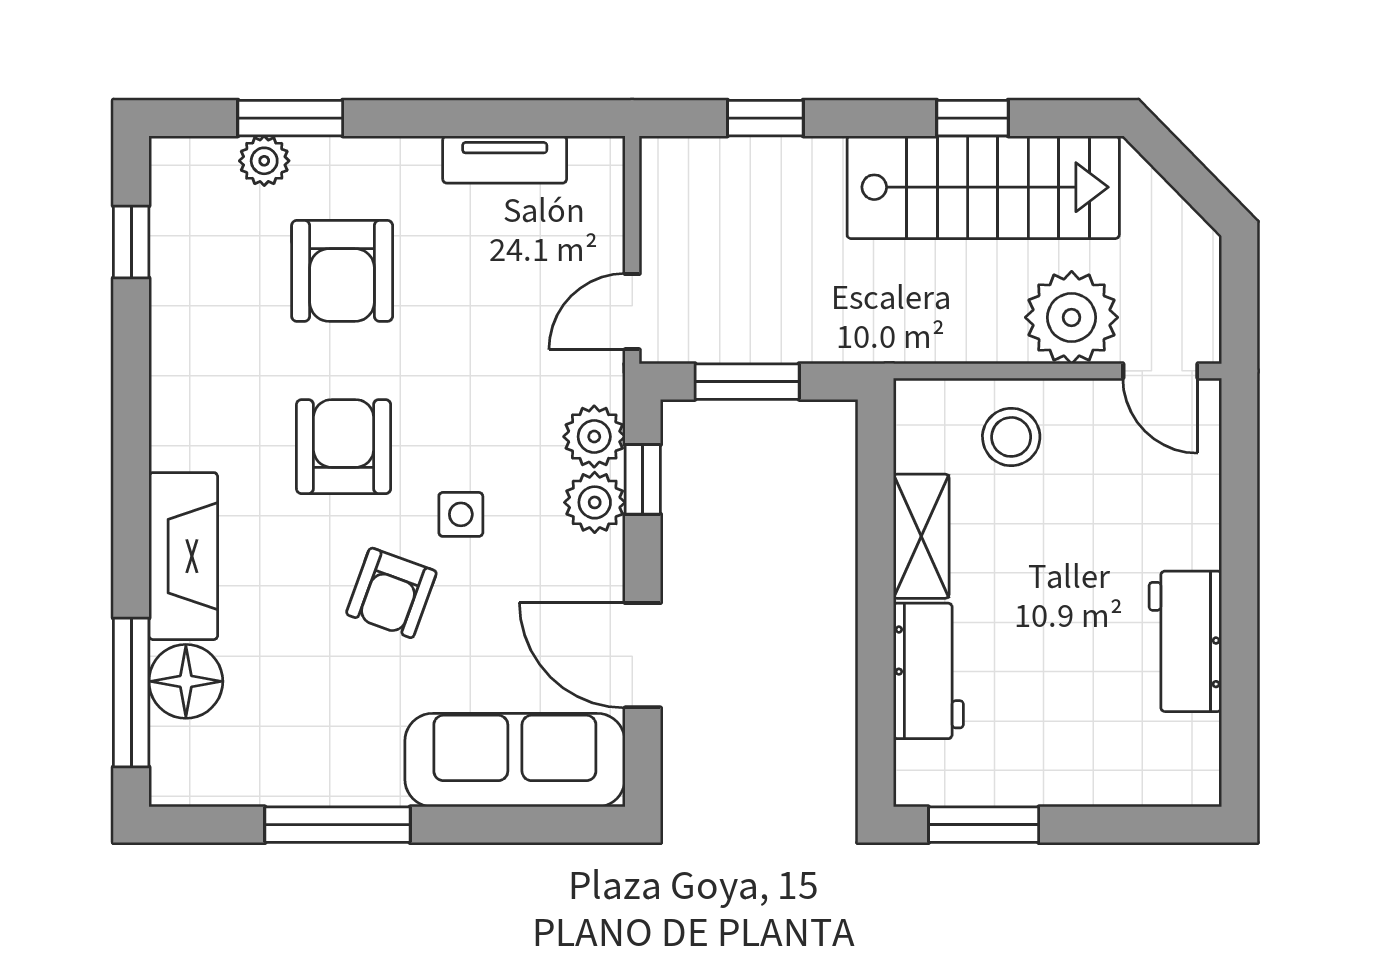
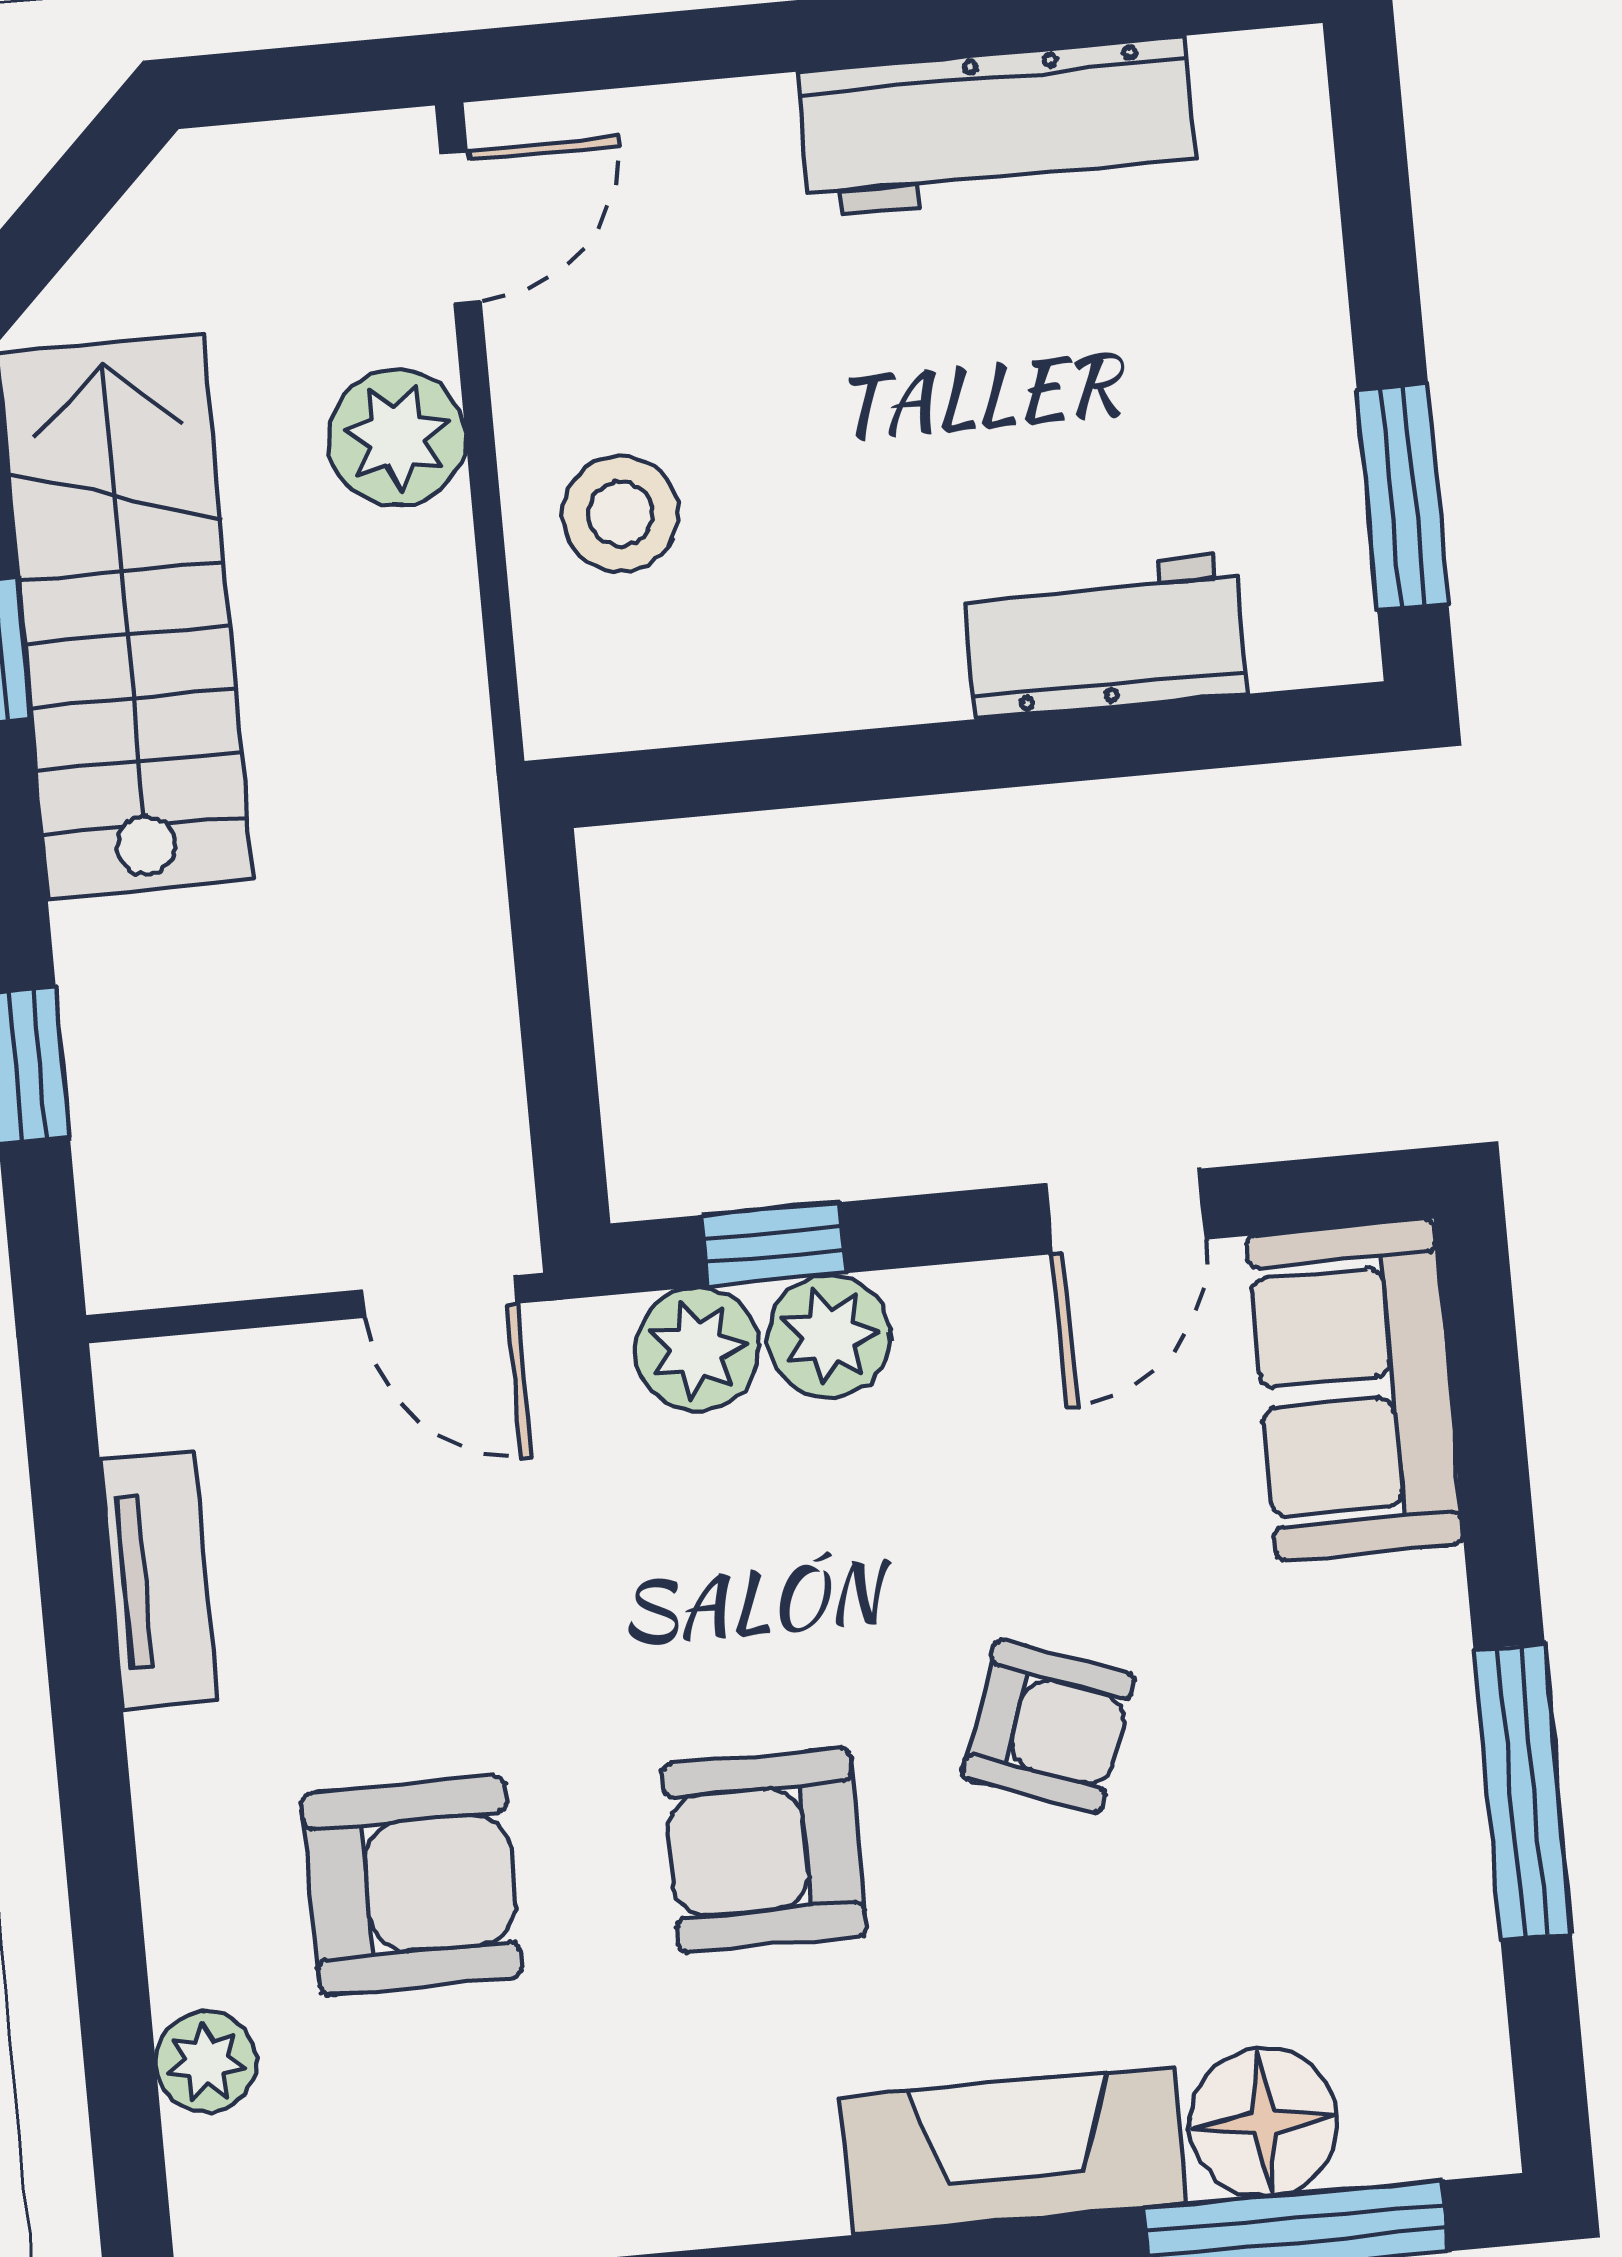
window: (290, 118) -> (116, 2018), removed
plant: (1072, 317) -> (397, 437), width x0.73, depth x0.73
window: (747, 382) -> (559, 1053), removed
side table: (461, 514) -> (878, 1602), removed
shelving: (921, 536) -> (836, 676), removed
workbench: (1185, 641) -> (998, 126), width x1.38
door: (643, 655) -> (1126, 1211), width x0.73
sofa: (515, 760) -> (1355, 1390), width x0.73

